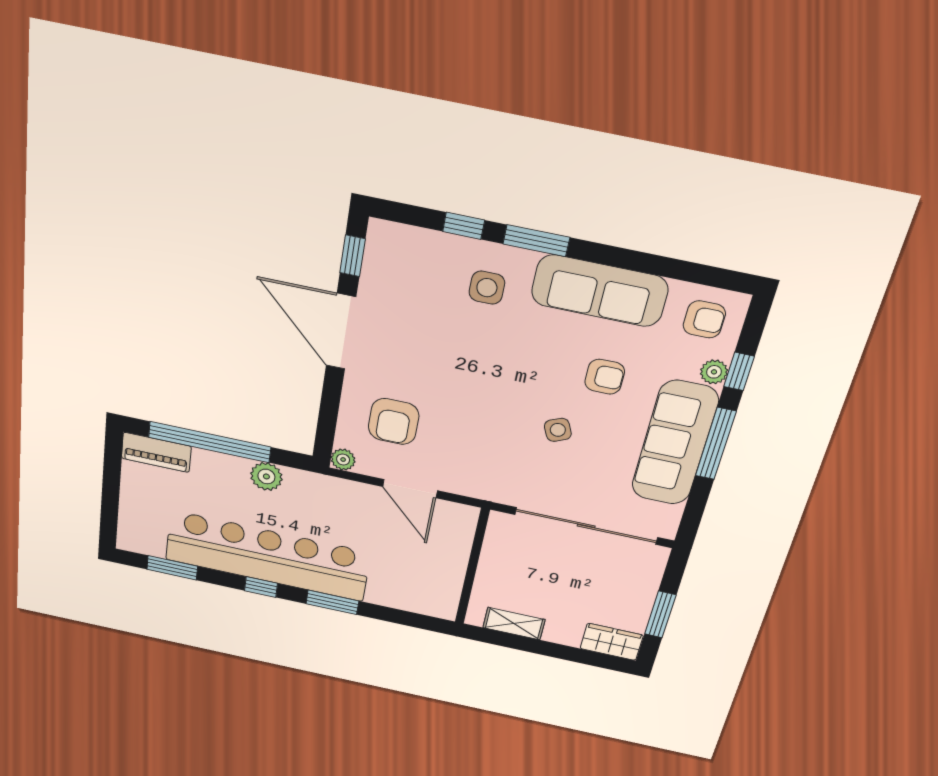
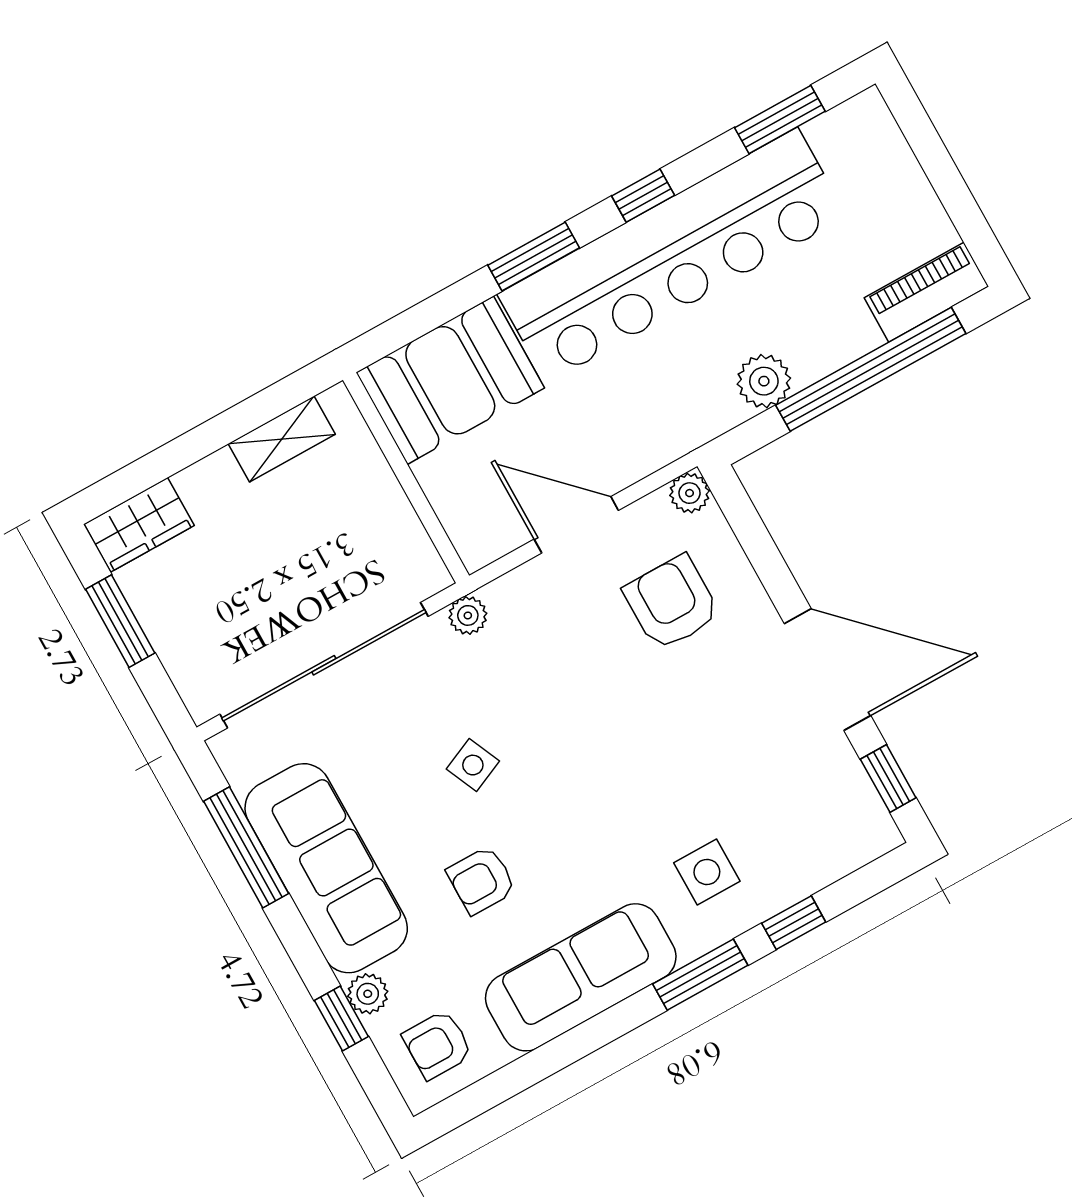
window: (716, 444) -> (246, 847), moved
plant: (498, 493) -> (468, 615), added
booth: (415, 587) -> (450, 380), added

